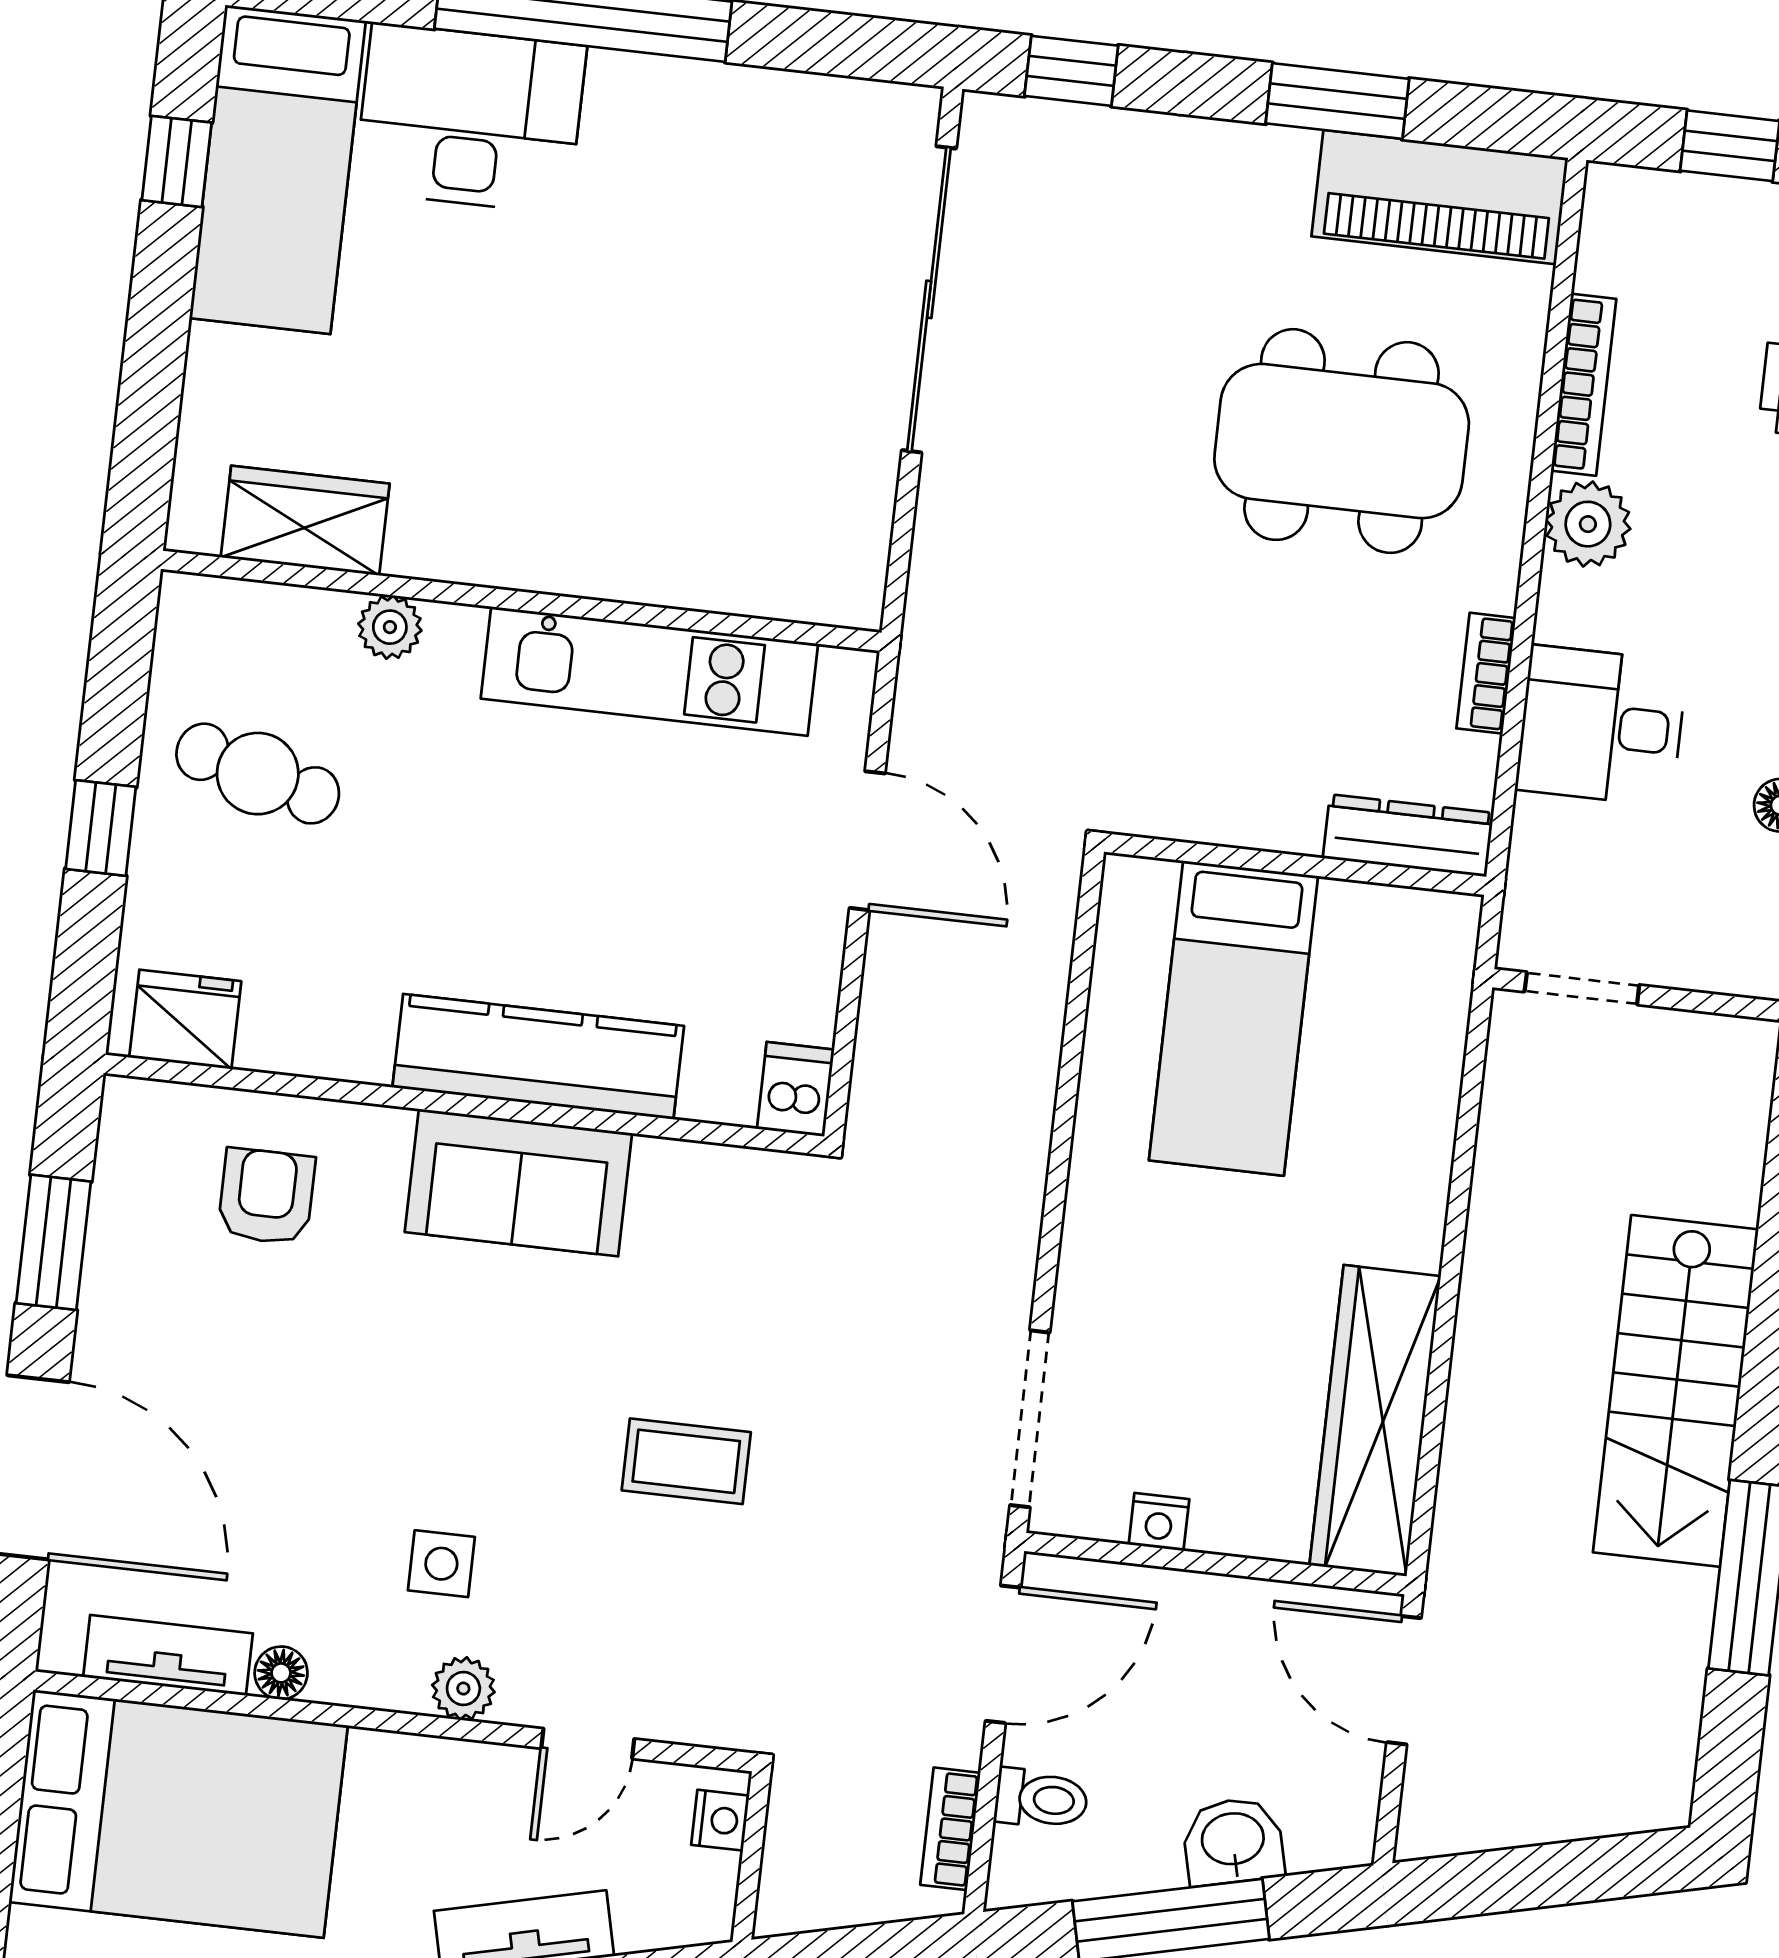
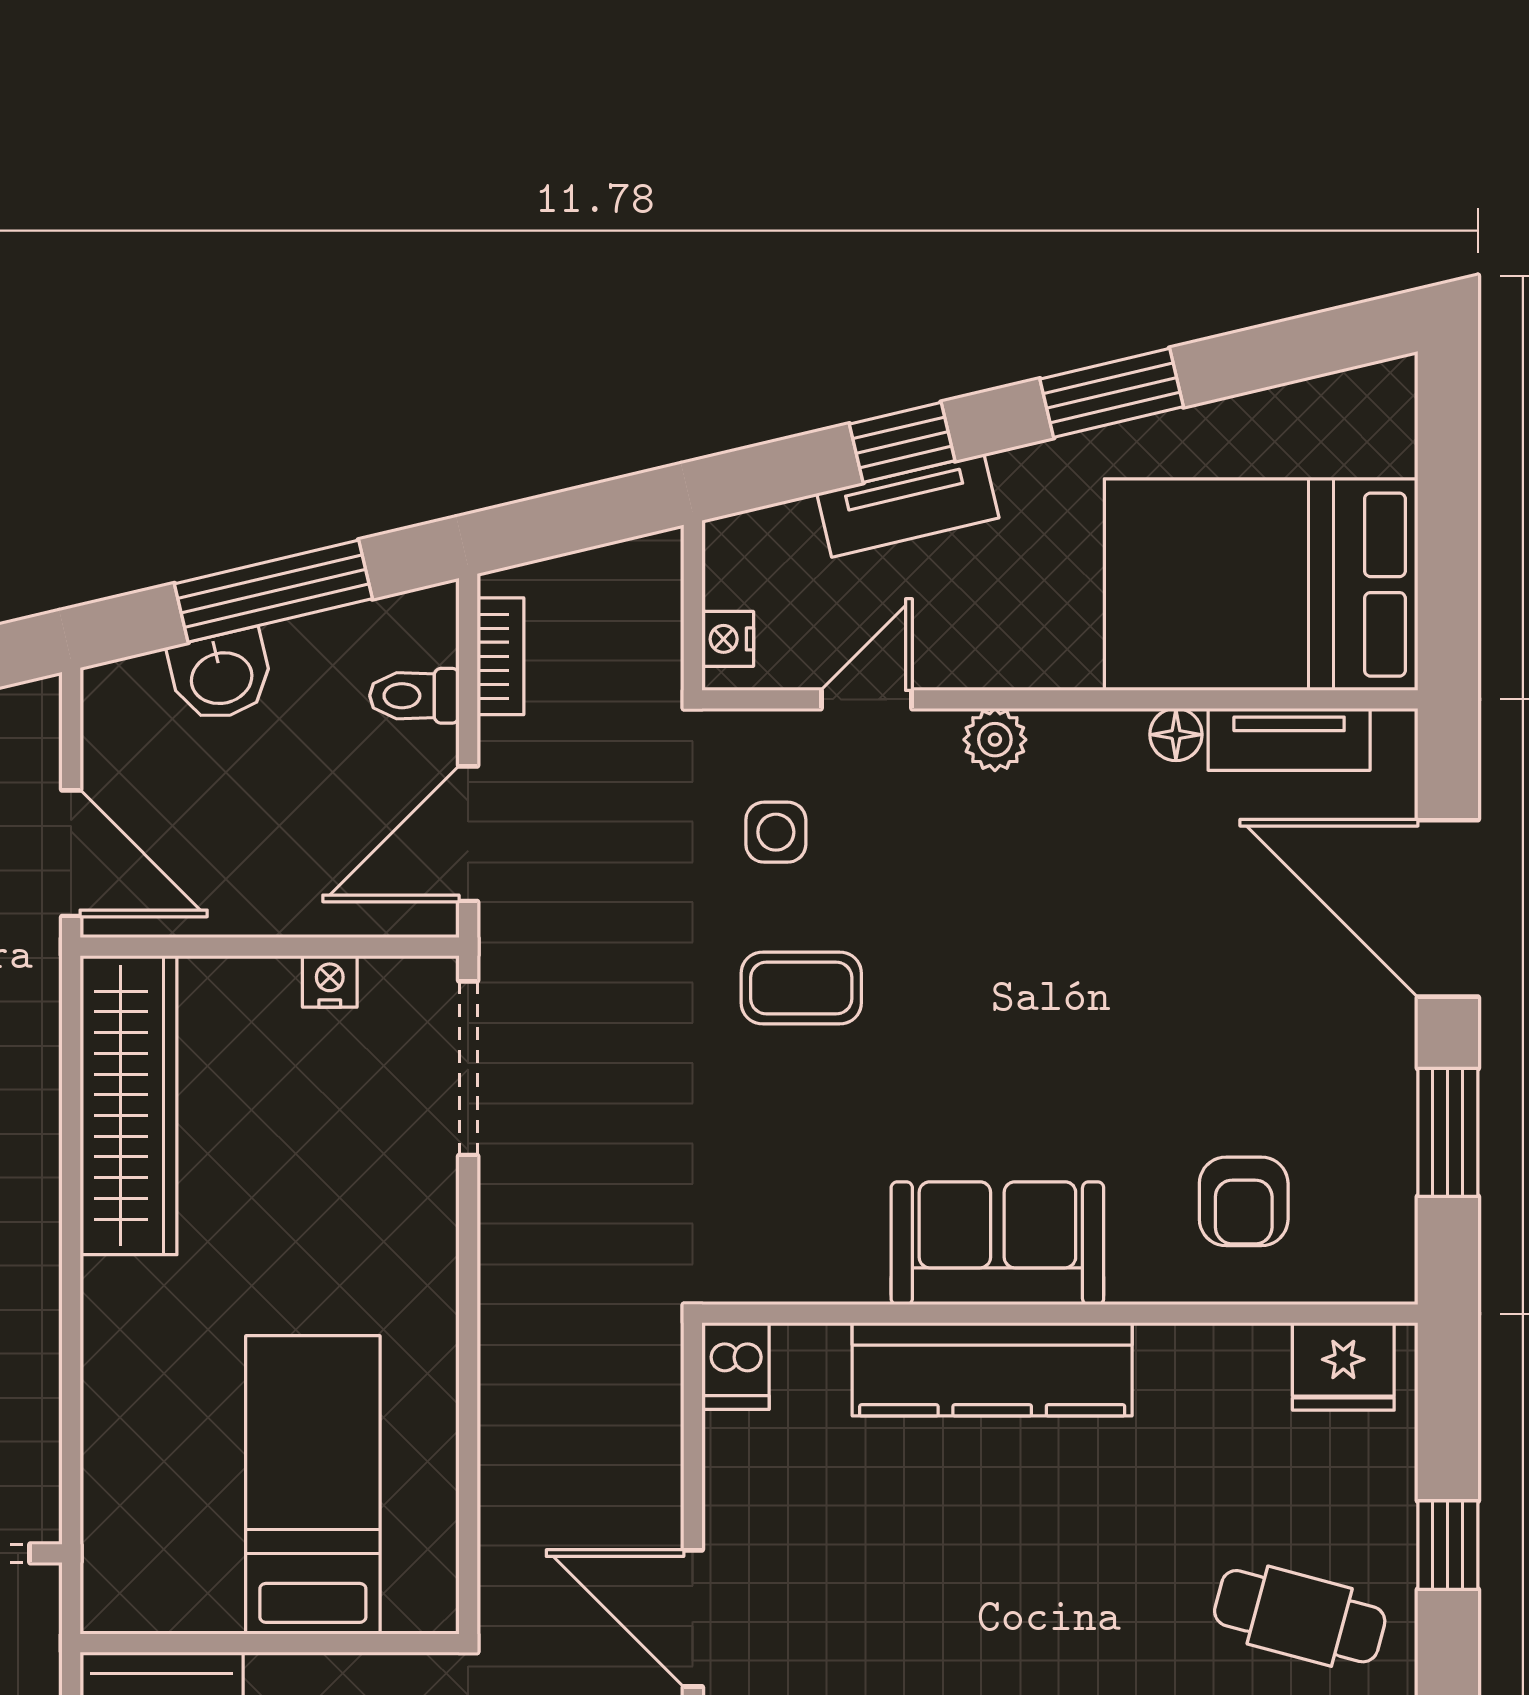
side table: (441, 1564) -> (776, 832), moved

